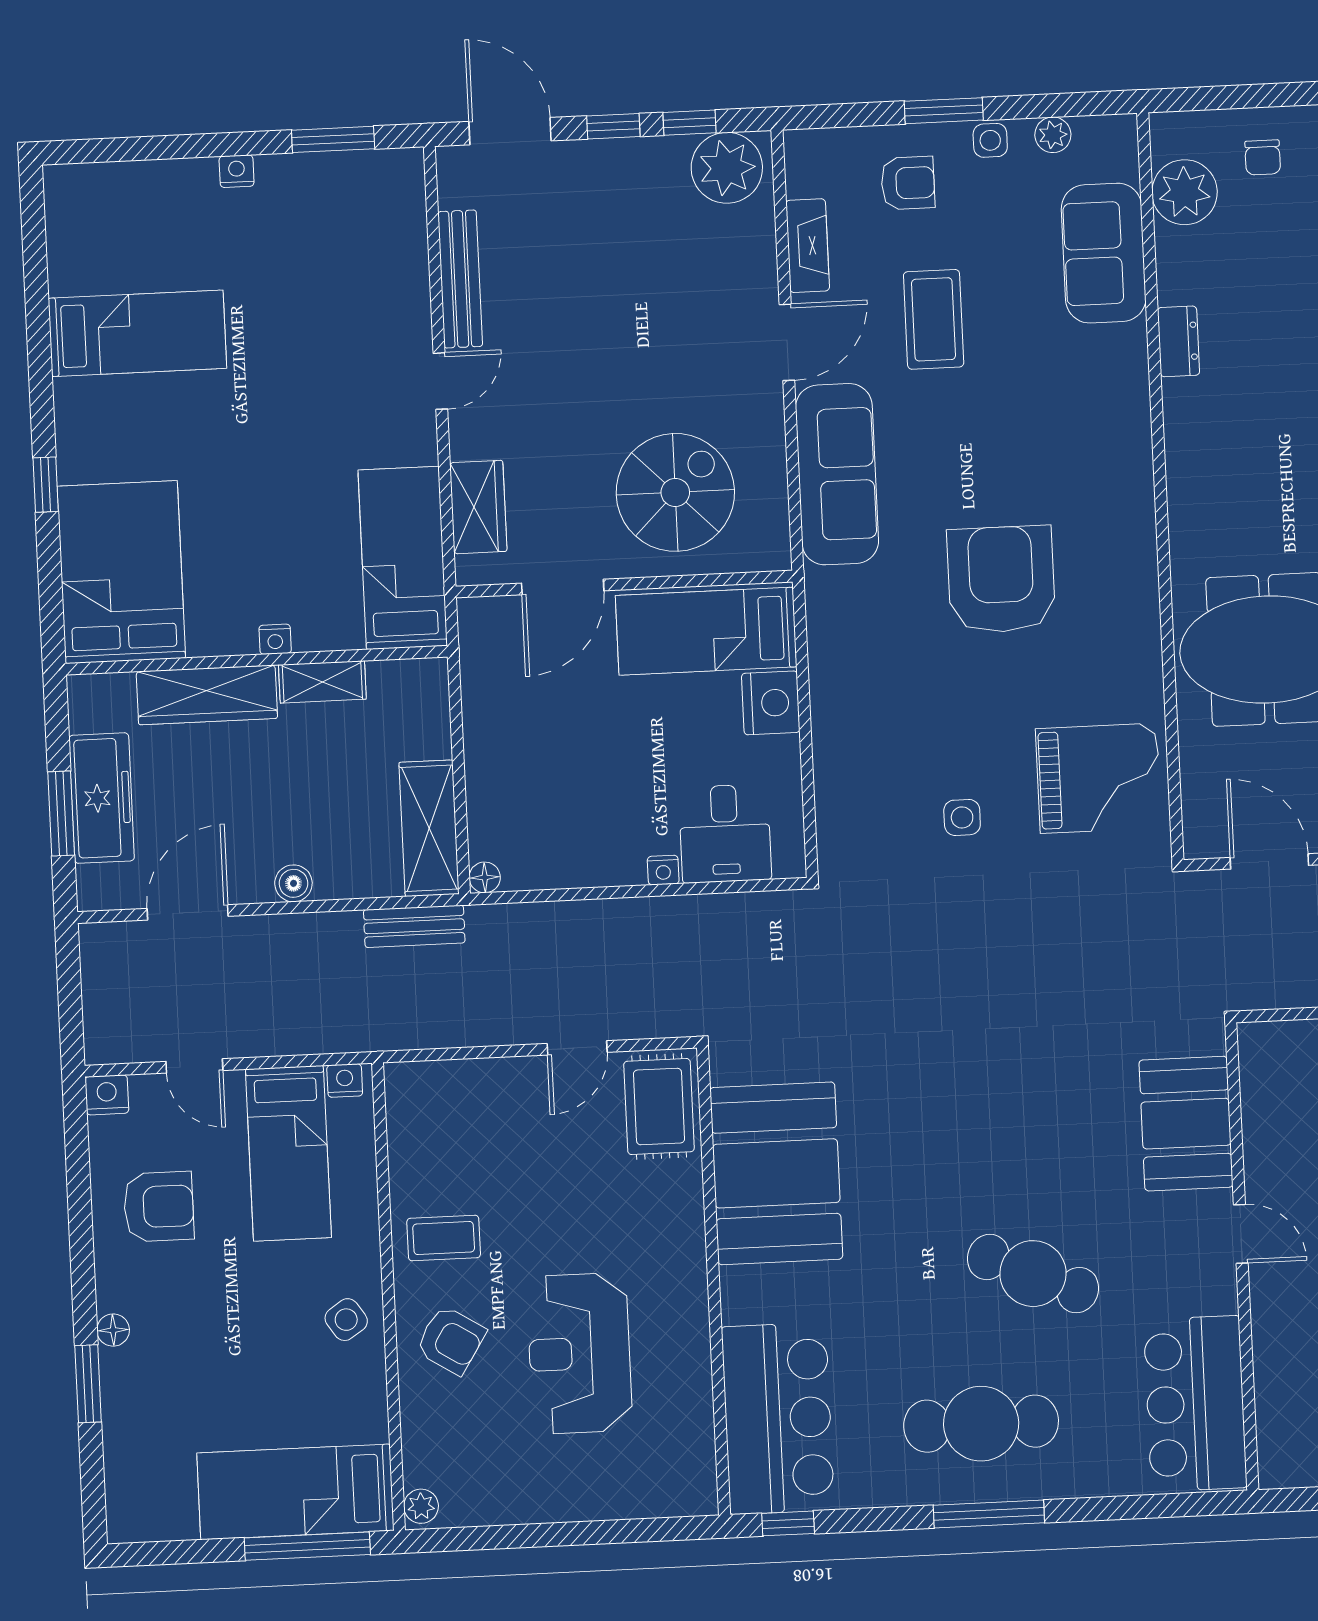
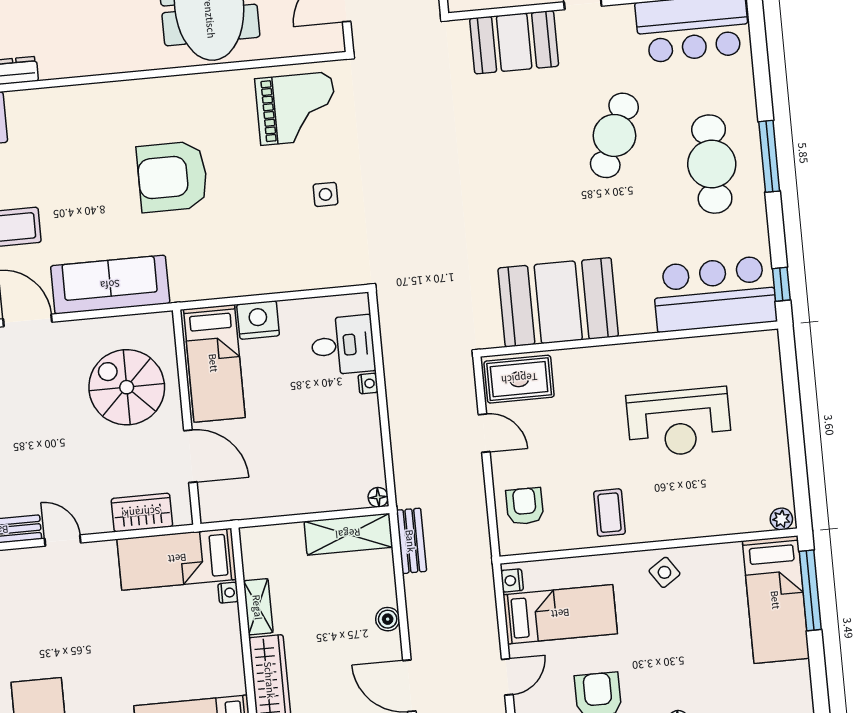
nightstand: (275, 639) -> (228, 593), moved
grand piano: (1098, 778) -> (296, 109), turned 90
armchair: (451, 1340) -> (525, 506), moved, turned -32

